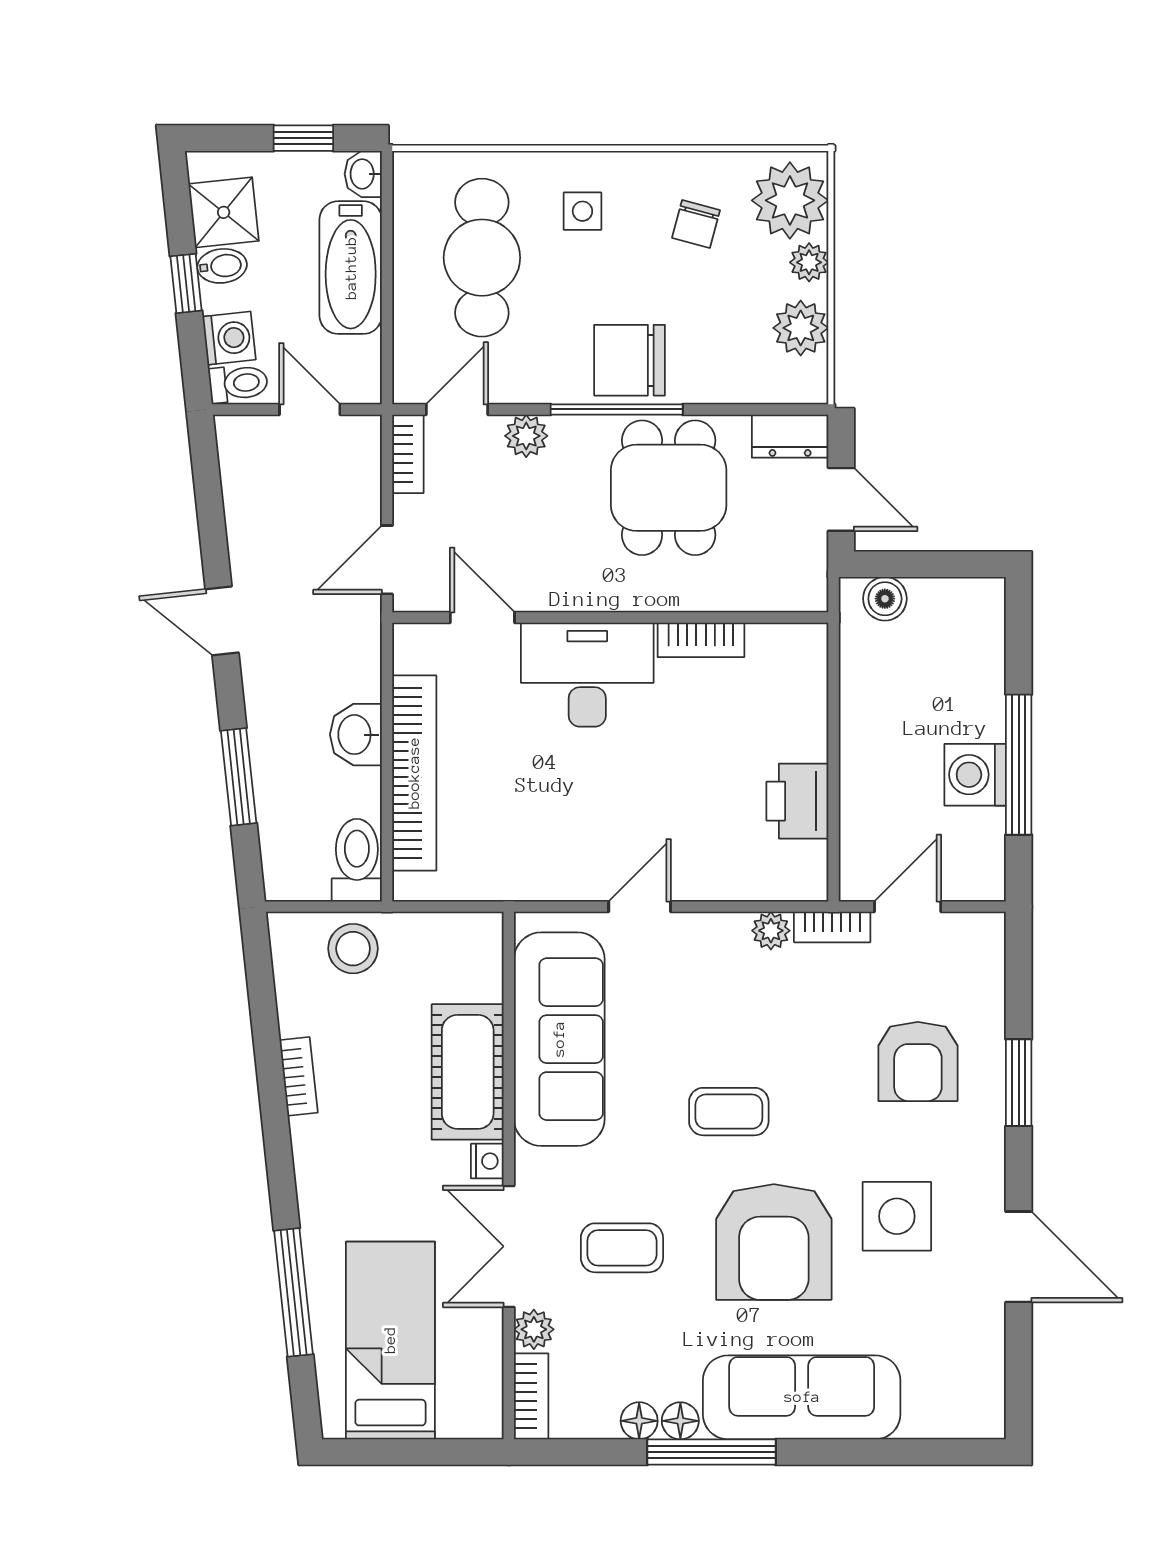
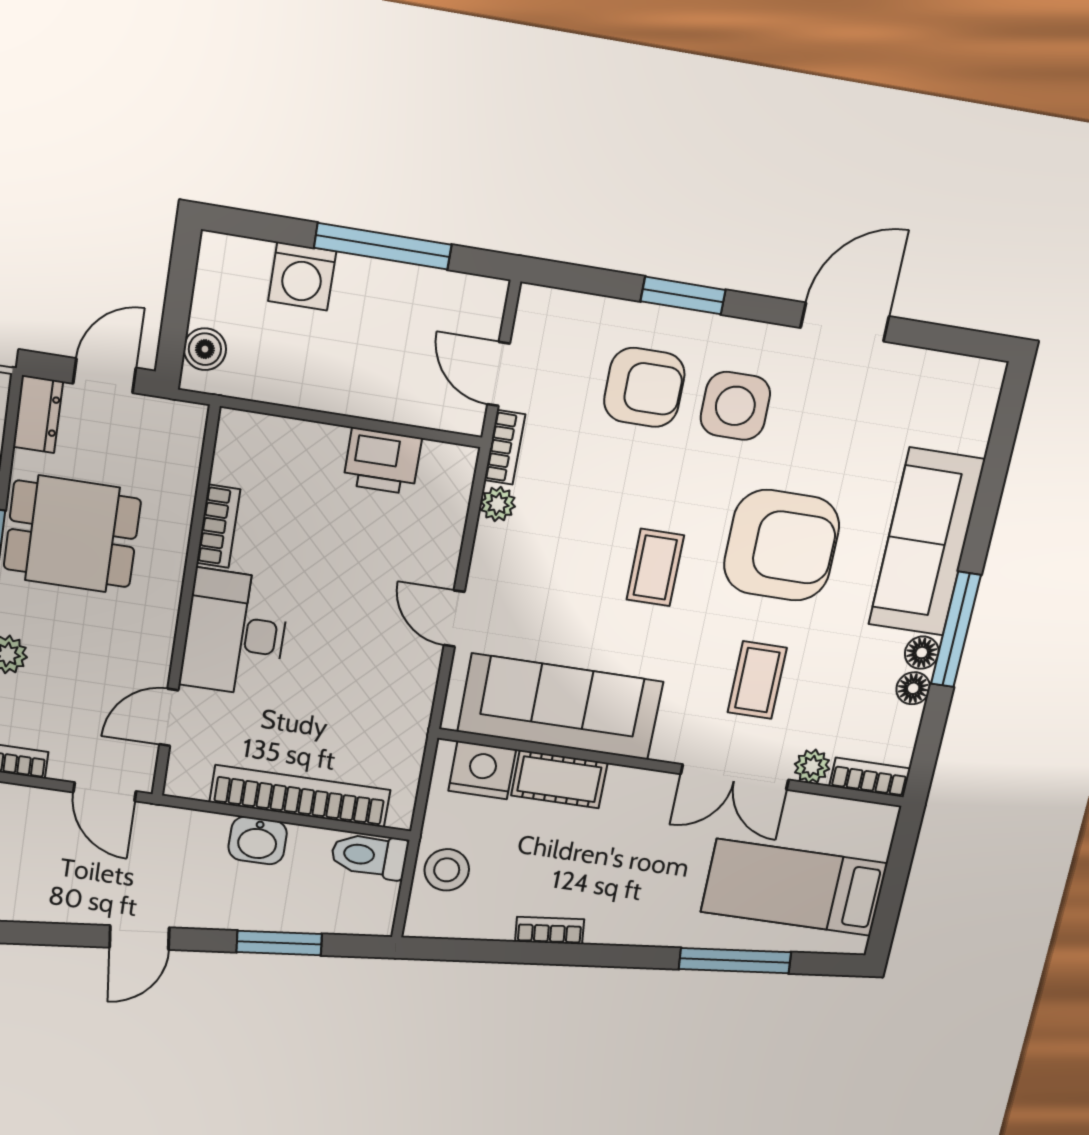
washing machine: (975, 775) -> (302, 276), moved
cot: (468, 1072) -> (559, 779), width x0.73, depth x0.75
nightstand: (487, 1161) -> (482, 770), moved, width x1.89, depth x1.79
side table: (897, 1216) -> (735, 406), moved

